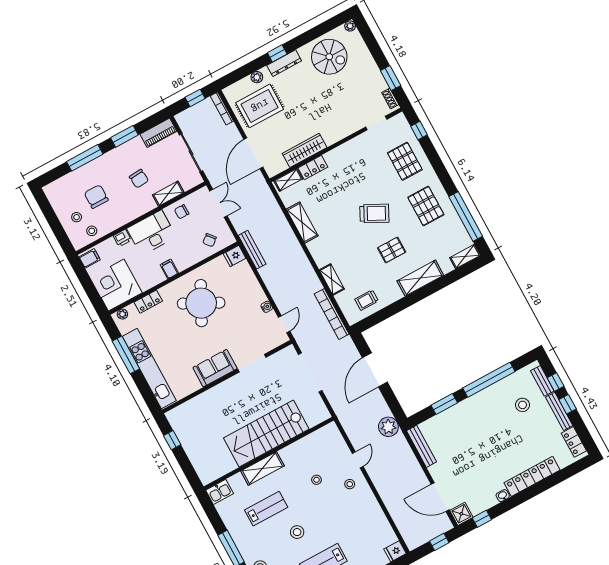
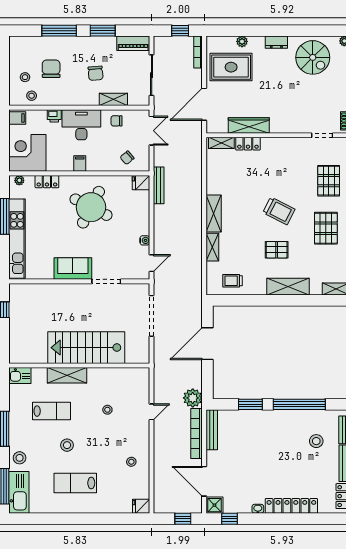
window: (277, 53) -> (270, 31), removed
dresser: (284, 63) -> (276, 42), width x0.70
shelving: (302, 223) -> (214, 214), moved
bookcase: (332, 314) -> (196, 434), moved
stool: (350, 484) -> (131, 462), moved

